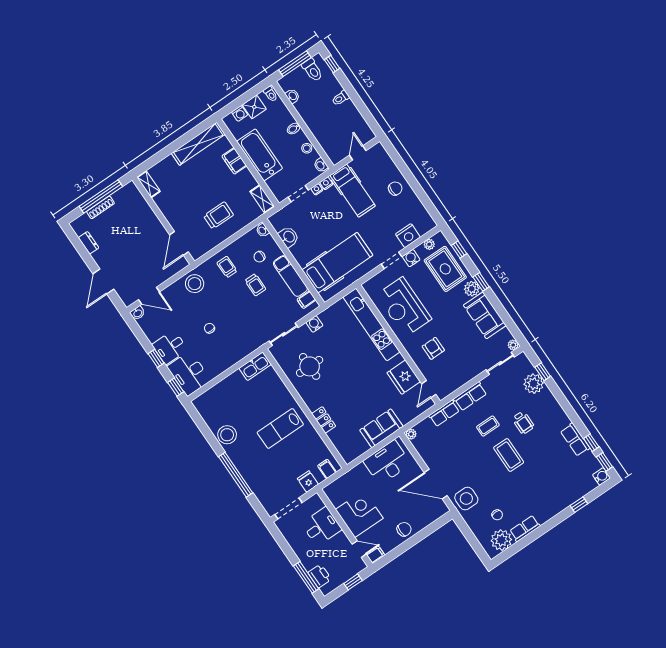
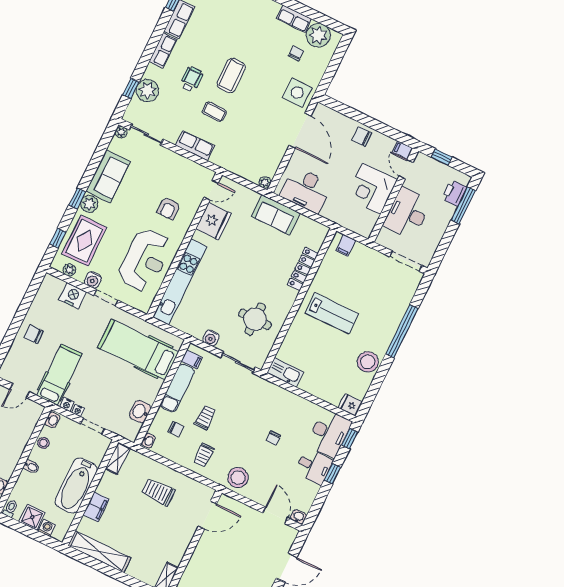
row of seats: (444, 413) -> (163, 50), moved, turned 90
locker: (324, 420) -> (303, 269), width x1.53
fridge: (308, 481) -> (350, 405), moved, turned 90
desk: (322, 526) -> (407, 213), width x1.37

